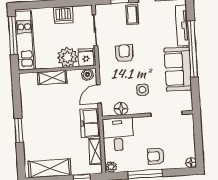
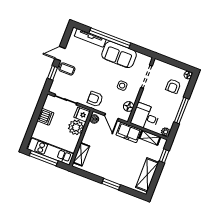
armchair: (124, 53) -> (95, 99), moved
shelving: (52, 78) -> (81, 154), moved
armchair: (156, 156) -> (173, 86), moved

